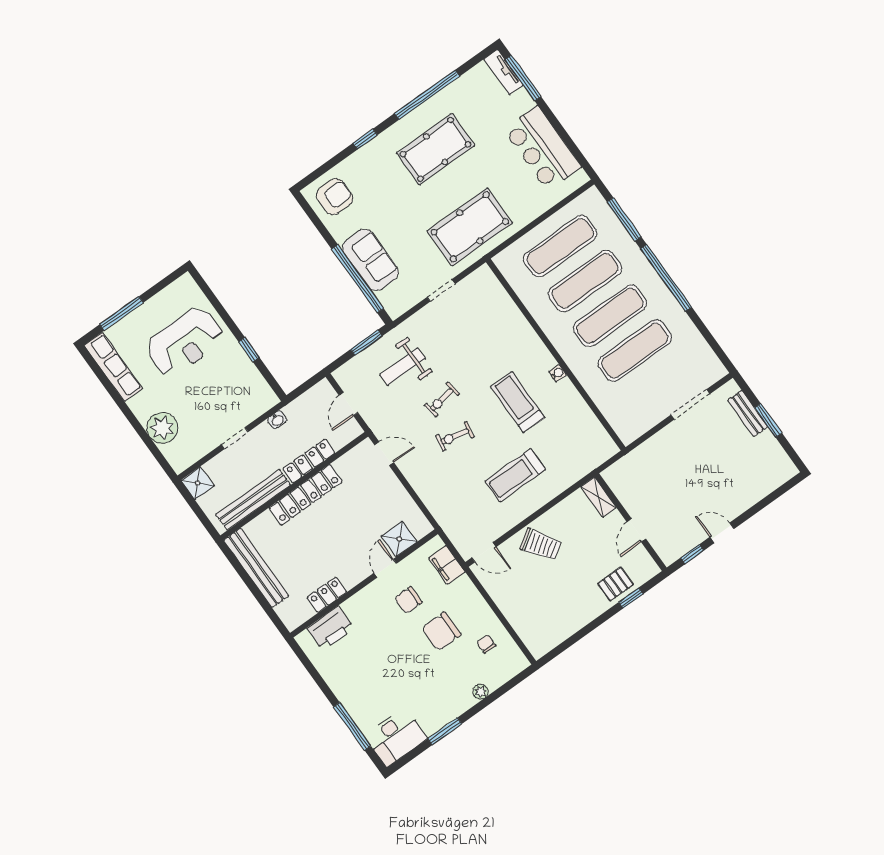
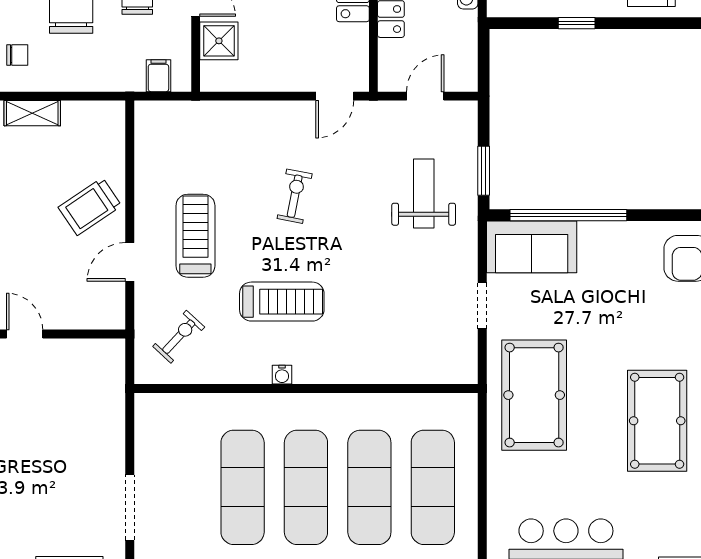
sofa: (370, 260) -> (532, 247), moved
exercise bike: (442, 400) -> (179, 337), moved, turned 52
door: (349, 404) -> (425, 96), hinge flipped
shelving: (599, 497) -> (32, 113), moved
door: (484, 552) -> (130, 262), moved
filing cabinet: (447, 565) -> (158, 76), width x0.50

